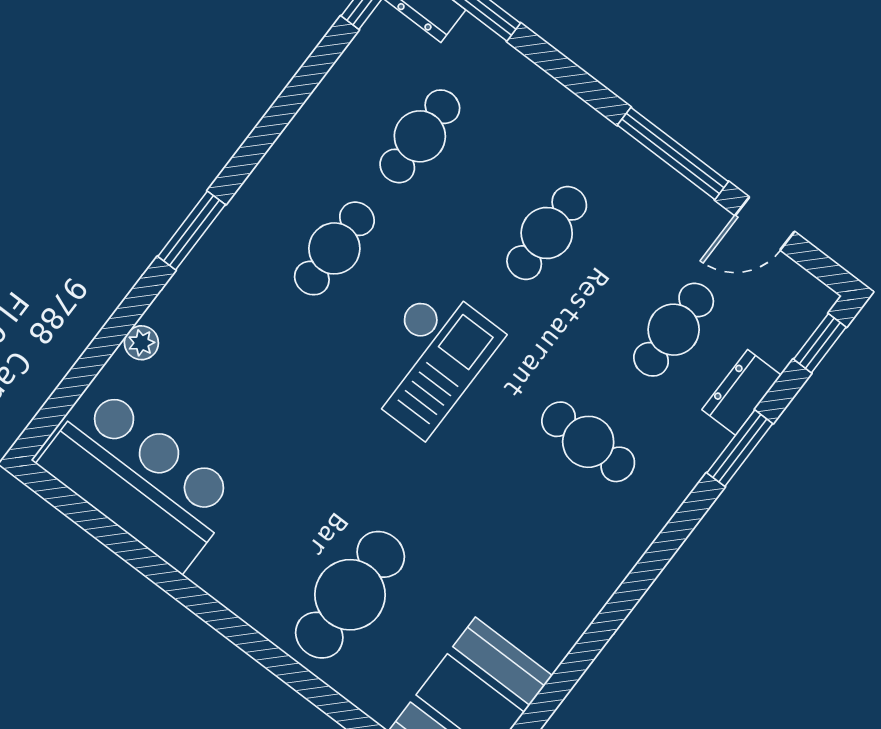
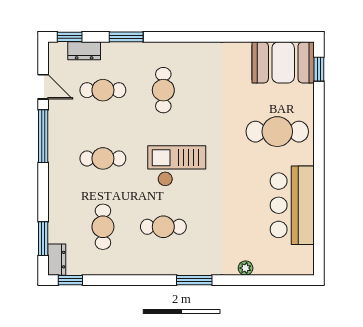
cafe table: (420, 136) -> (103, 227), turned 90
dresser: (742, 392) -> (84, 51), moved
bar counter: (140, 479) -> (292, 205), moved

